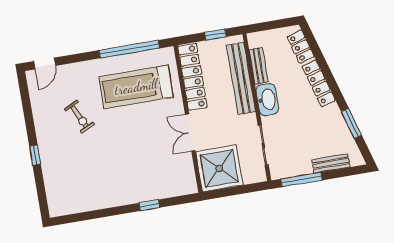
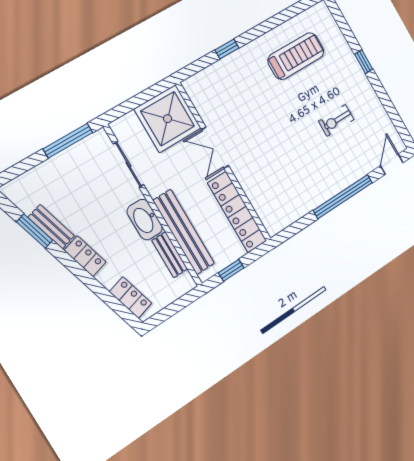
window: (129, 49) -> (343, 196), moved
locker: (319, 83) -> (85, 256), width x0.66
treadmill: (136, 87) -> (296, 56), moved, width x0.73, depth x0.73
exercise bike: (79, 117) -> (336, 120), turned -64
double door: (190, 133) -> (215, 148), swing flipped
bench: (331, 163) -> (51, 227), moved, turned 74

